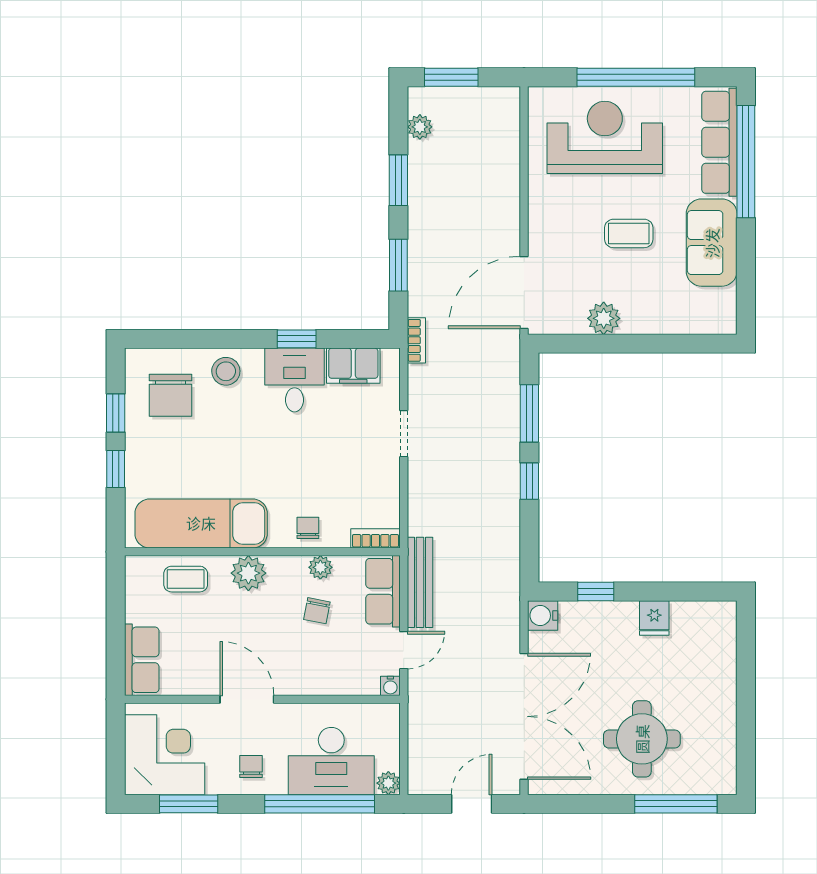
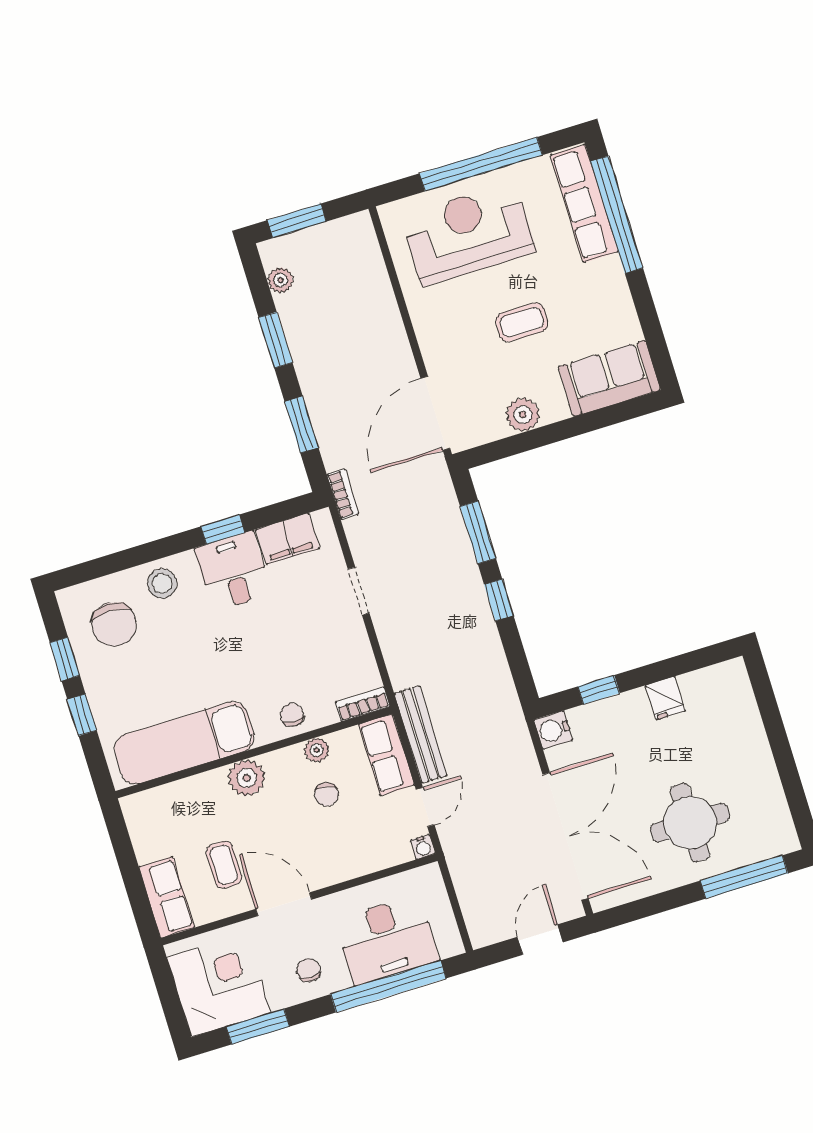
sofa: (712, 243) -> (609, 378), moved, turned 90
coffee table: (186, 579) -> (224, 865), moved, turned 90
plant: (388, 783) -> (451, 945), removed

